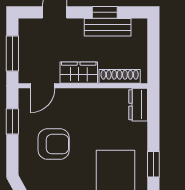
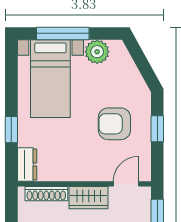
window: (12, 121) -> (157, 129), moved
window: (153, 164) -> (11, 130), moved

